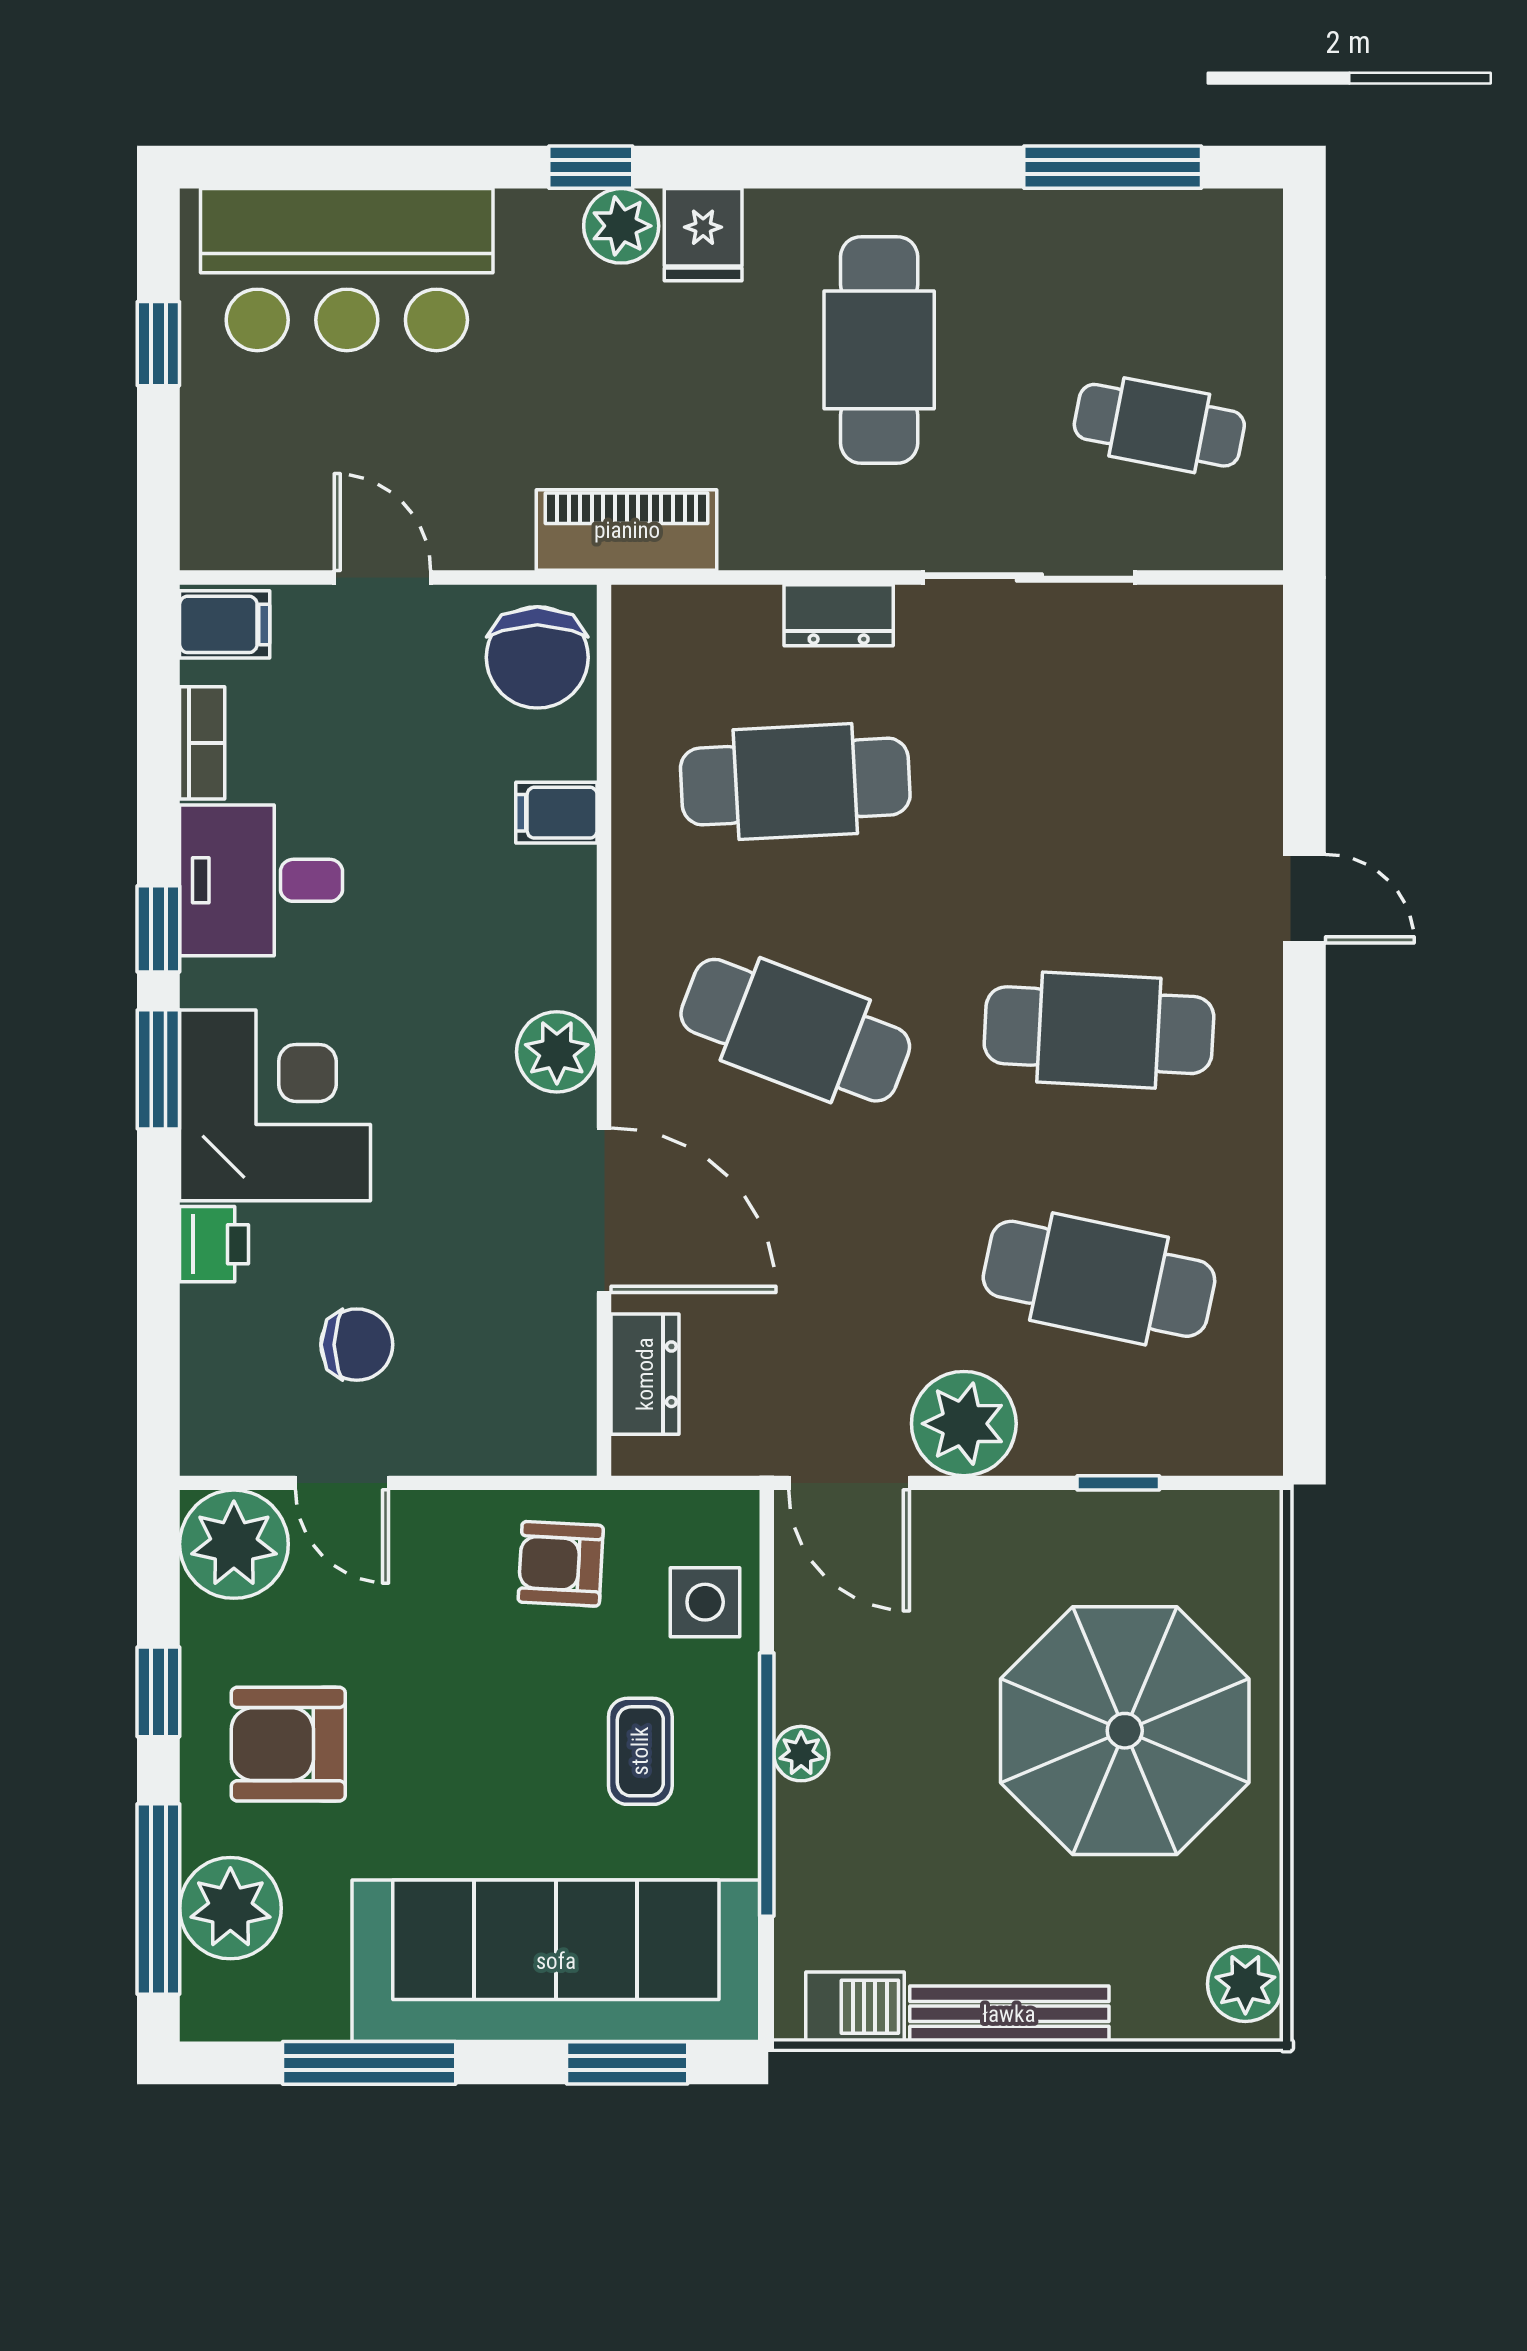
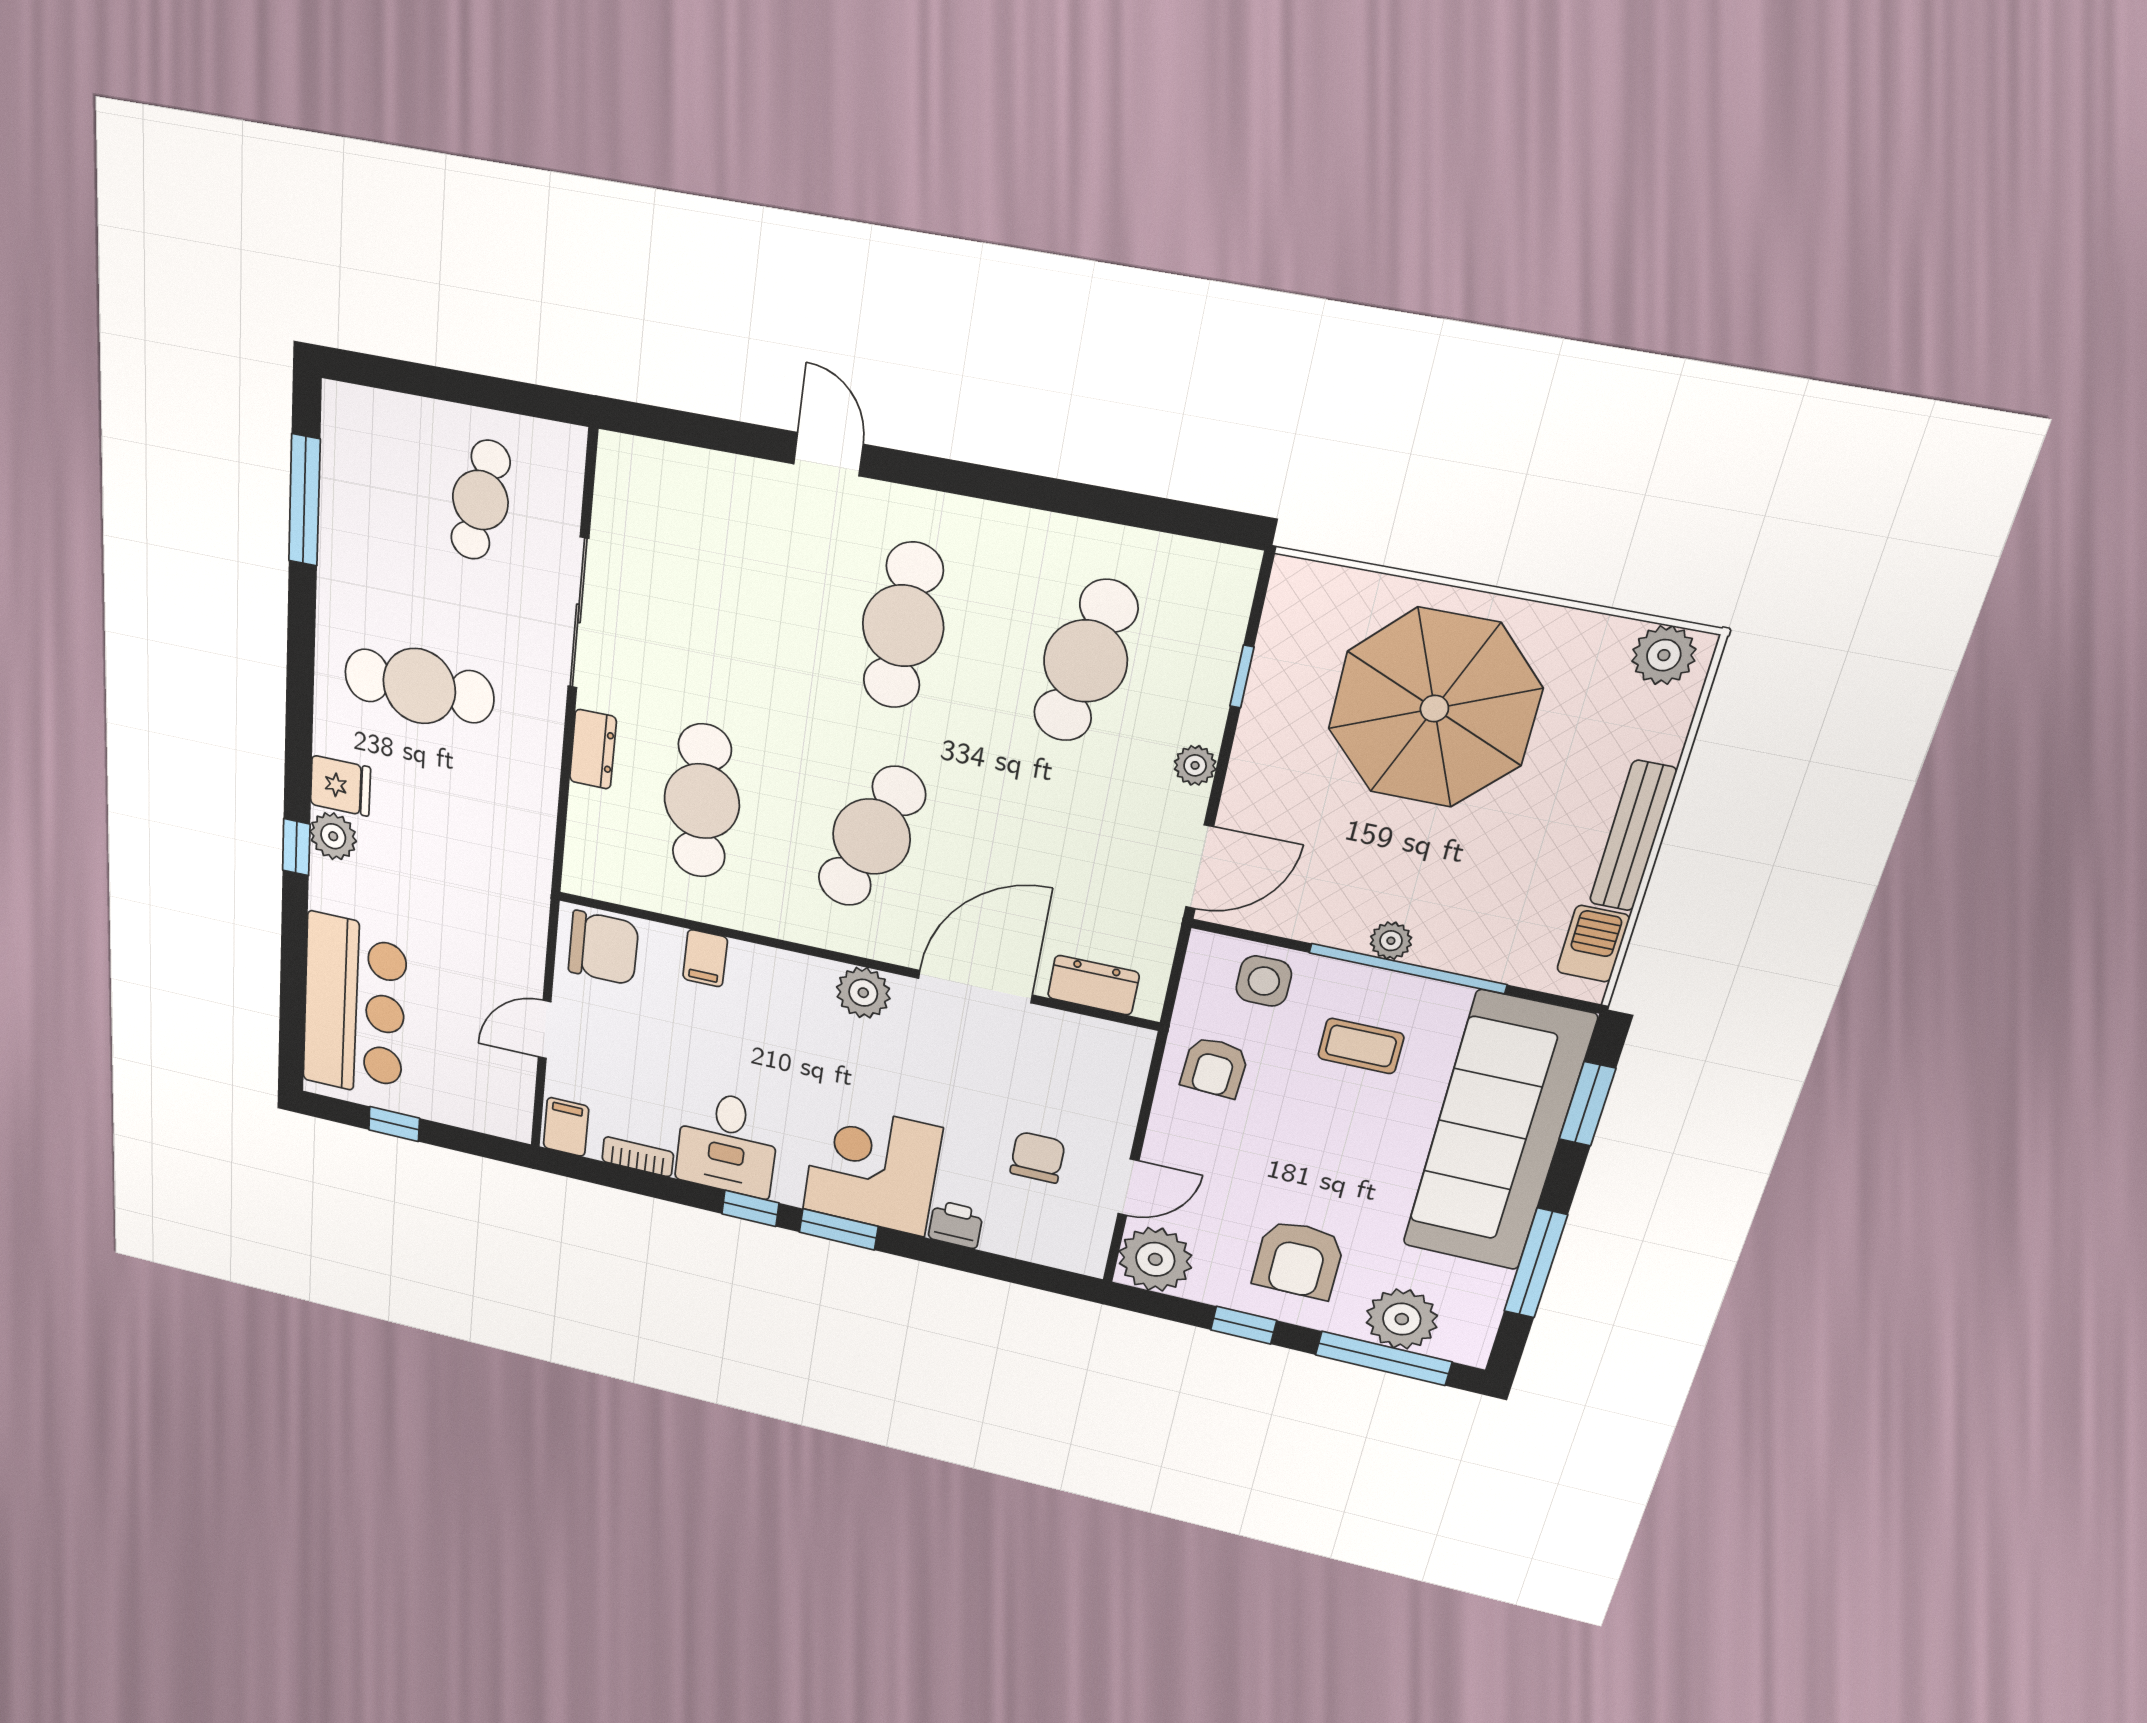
piano: (627, 530) -> (526, 875), removed
door: (1304, 899) -> (828, 454), hinge flipped
plant: (964, 1424) -> (1195, 765), width x0.53, depth x0.53

